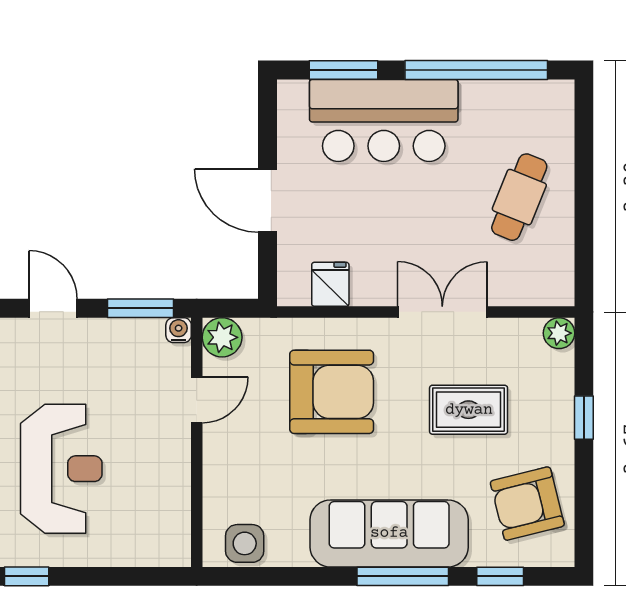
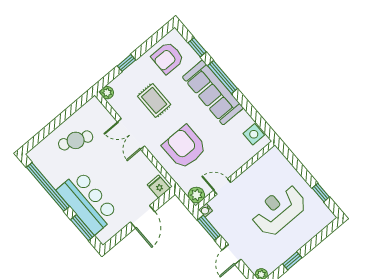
fridge: (330, 284) -> (159, 187), moved, turned 90
armchair: (527, 504) -> (168, 58), turned 104

